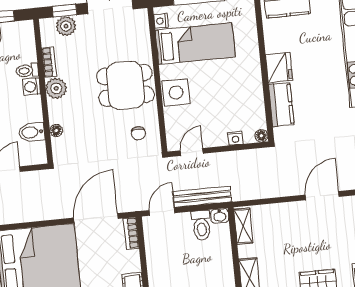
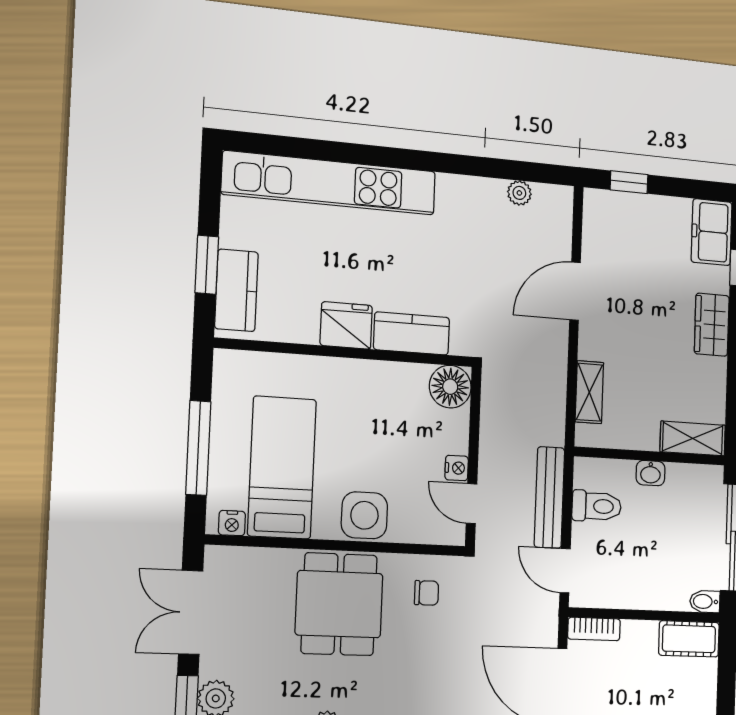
floor lamp: (261, 136) -> (450, 387), width x1.89, depth x1.89
nightstand: (235, 138) -> (457, 468), moved
door: (322, 196) -> (575, 291), hinge flipped
washbasin: (220, 216) -> (651, 473), moved, turned 90
shelving: (243, 226) -> (589, 392), moved, turned 90

